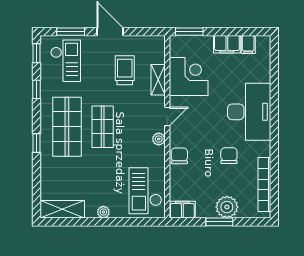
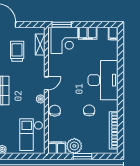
filing cabinet: (248, 45) -> (113, 34), moved
corner desk: (189, 77) -> (64, 40), moved, turned 90
shelving: (158, 80) -> (40, 44), moved
plant: (227, 207) -> (74, 146), moved

